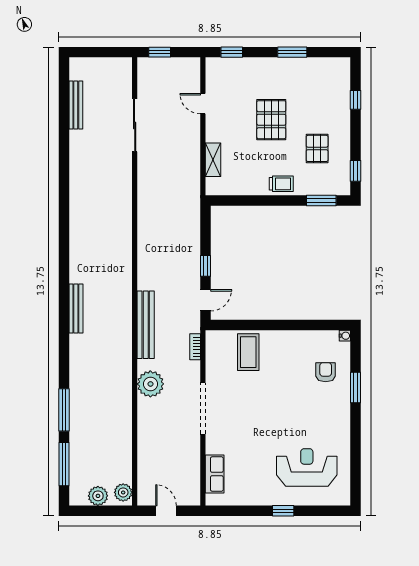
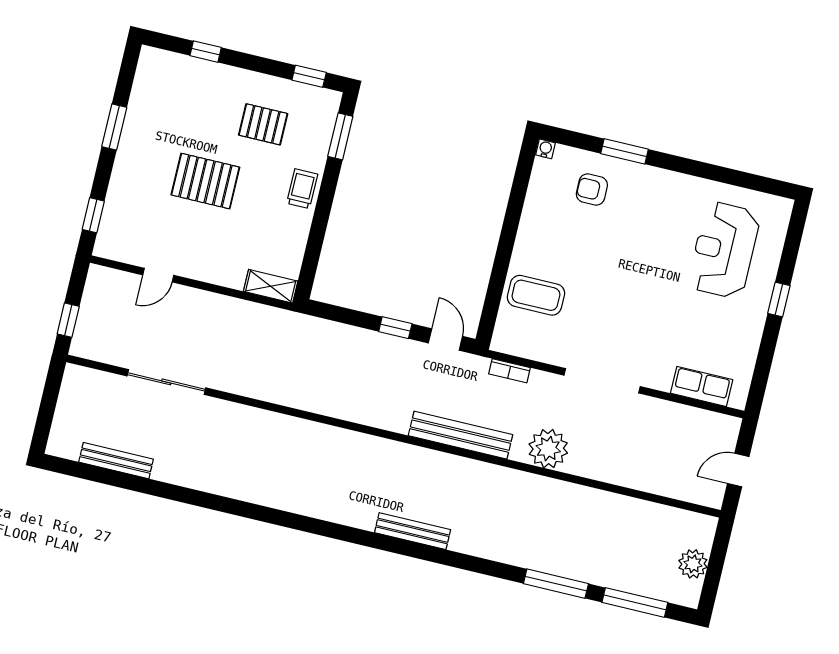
shelving: (213, 160) -> (271, 286), moved
plant: (123, 492) -> (697, 526), removed

